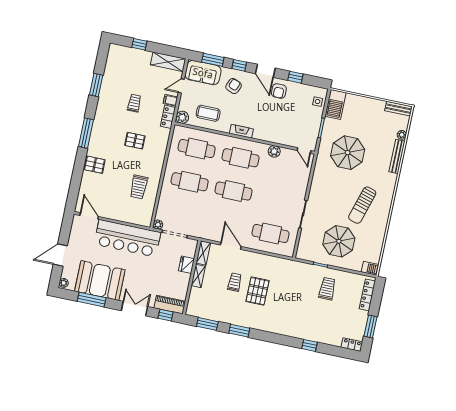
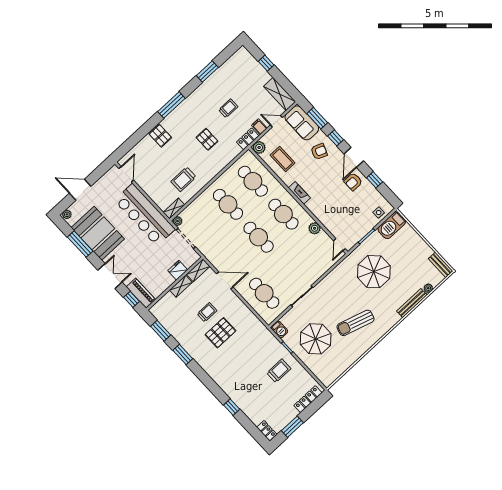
shelving: (148, 216) -> (174, 209), added
door: (231, 246) -> (225, 280), hinge flipped
barbecue: (370, 268) -> (279, 329), moved

